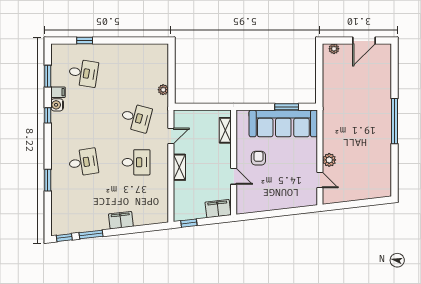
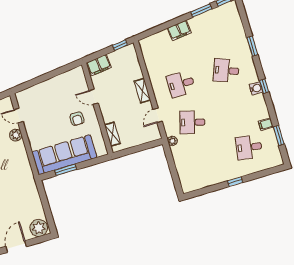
window: (85, 40) -> (235, 182), moved
plant: (334, 49) -> (39, 228), width x1.88, depth x1.88
plant: (163, 90) -> (172, 141), moved
water cooler: (57, 105) -> (256, 88), moved
window: (48, 115) -> (264, 86), moved
desk: (83, 162) -> (226, 71), turned 30

